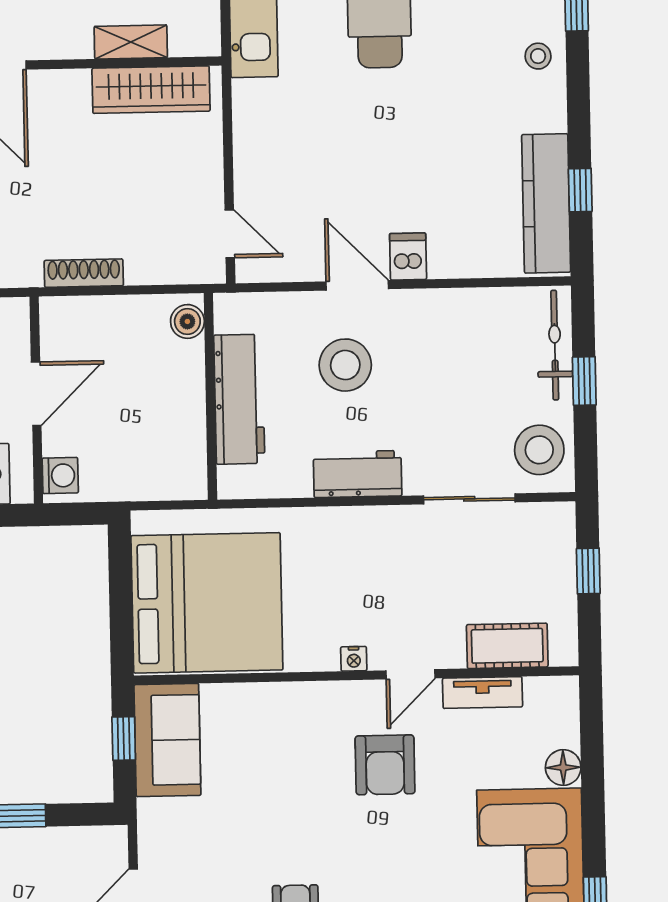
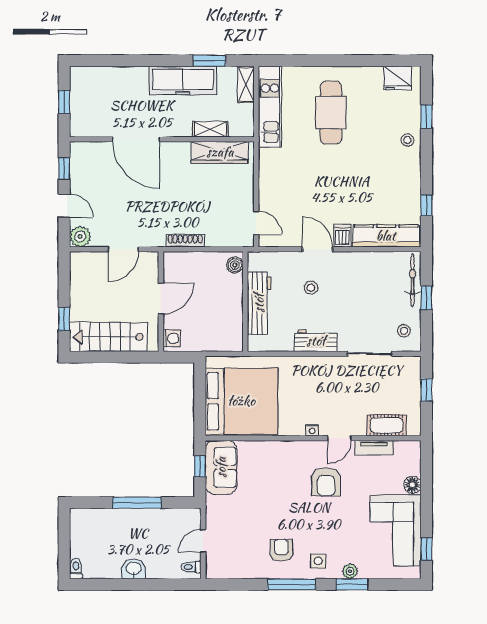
kitchen counter: (546, 203) -> (386, 236), moved, turned 90
stool: (345, 365) -> (311, 288), width x0.53, depth x0.53
stool: (539, 450) -> (404, 331), width x0.53, depth x0.53

